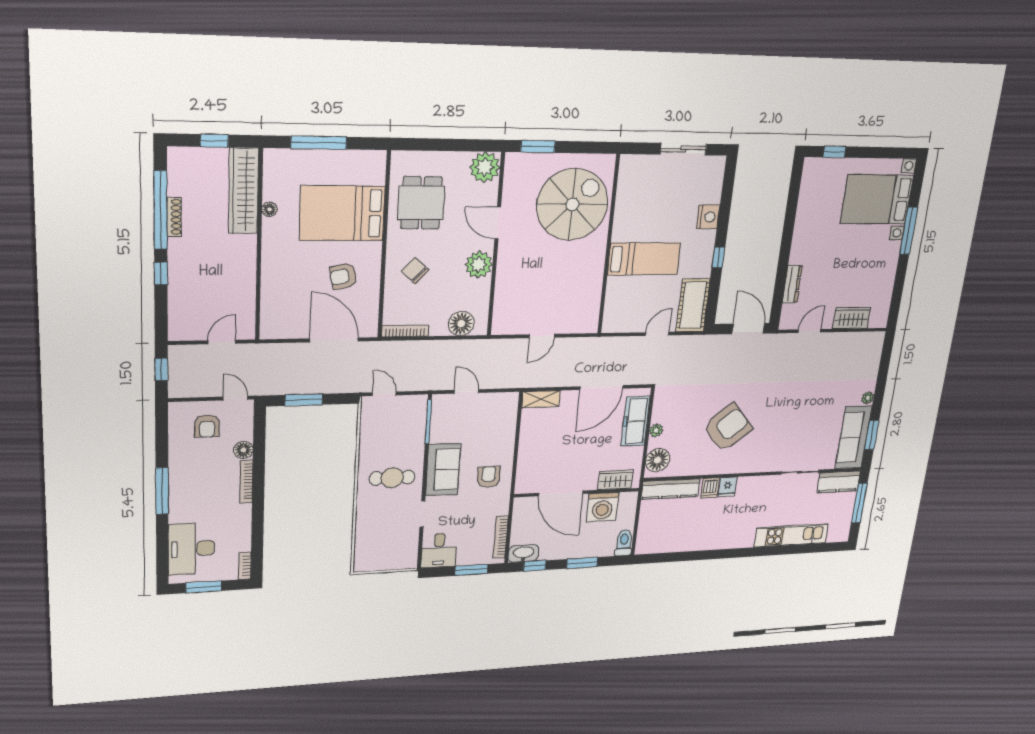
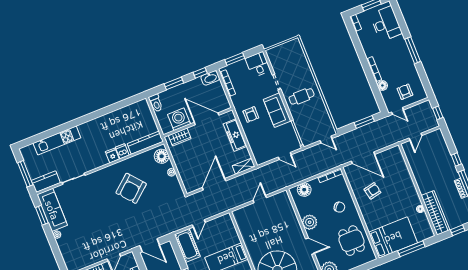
bed: (342, 213) -> (393, 238), moved
freezer: (635, 421) -> (235, 135), moved, turned 180

